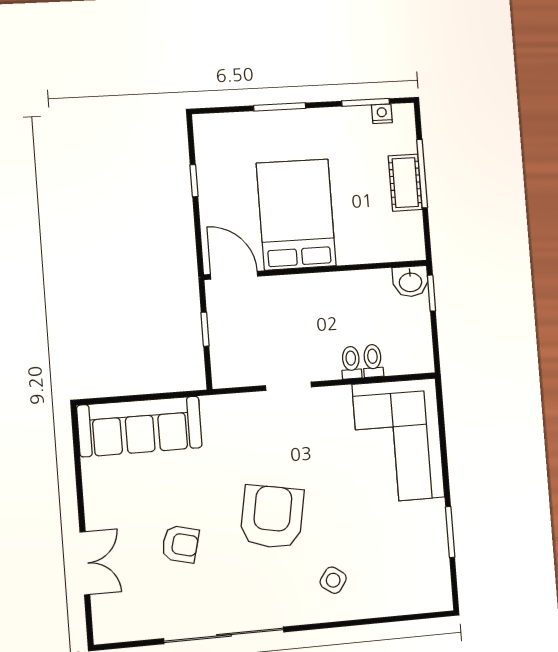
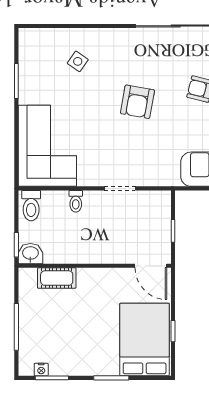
cot: (405, 183) -> (57, 278), moved, turned 90
bed: (296, 215) -> (145, 340), moved, turned 180
toilet: (373, 361) -> (31, 206), moved, width x1.37, depth x1.39
armchair: (272, 517) -> (137, 102), width x0.73, depth x0.73
side table: (333, 580) -> (78, 61), moved

